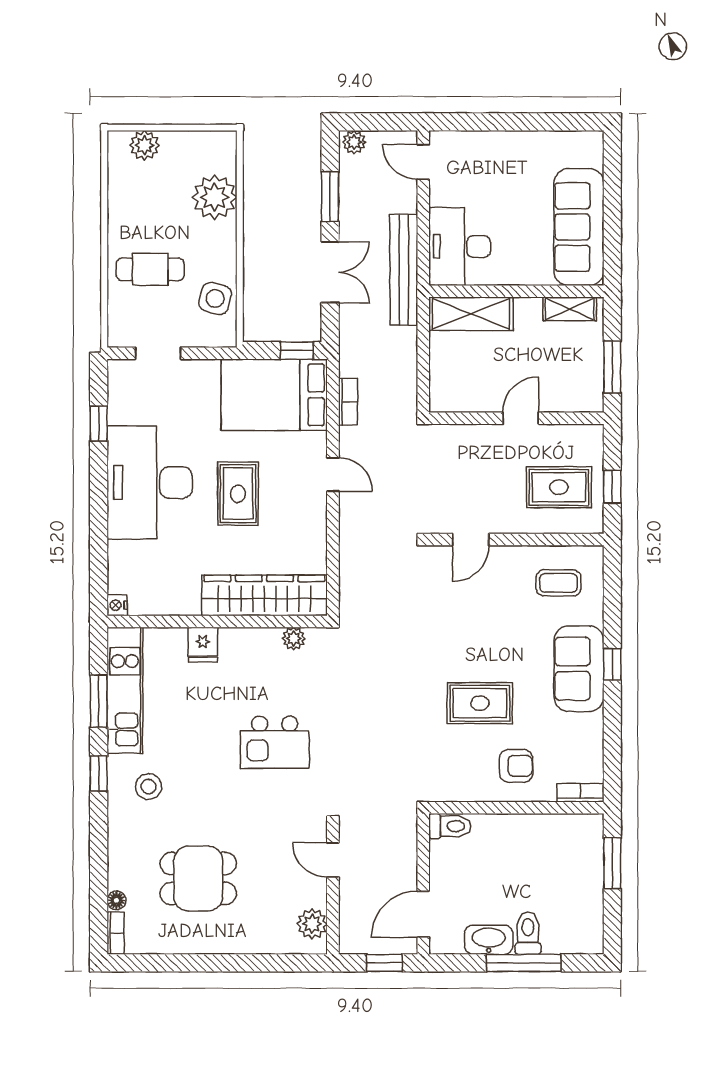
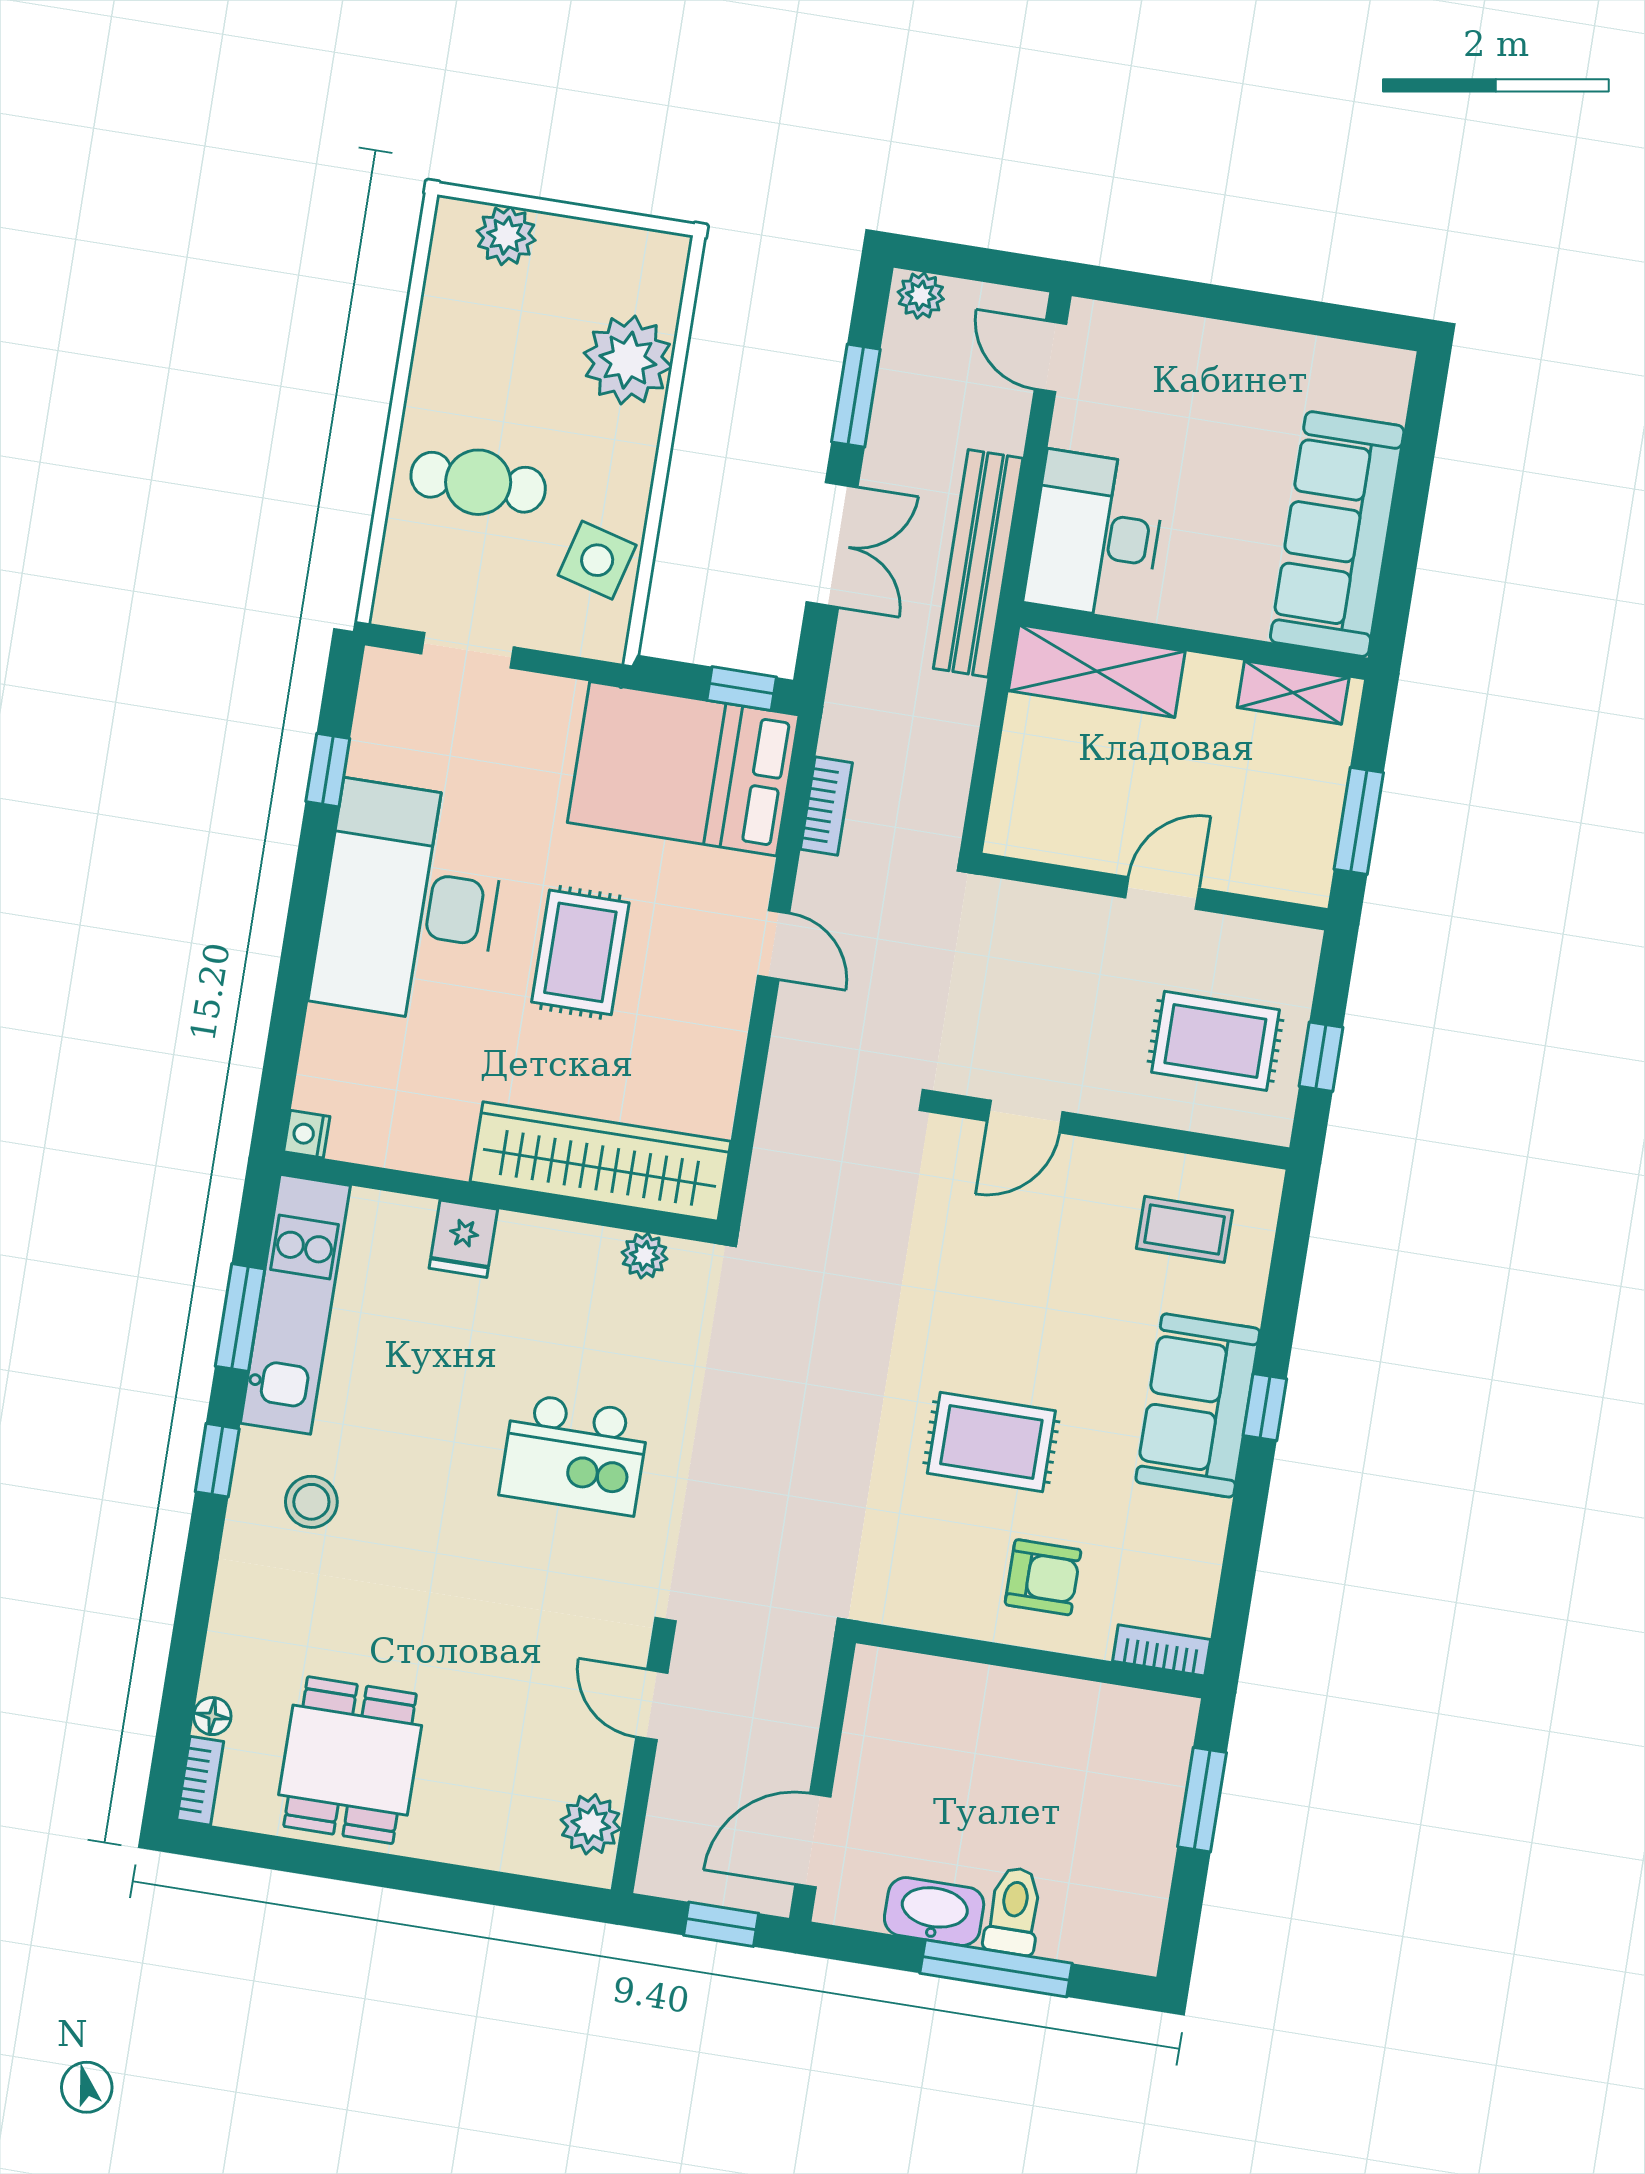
toilet: (450, 826) -> (893, 1675), removed
dining table: (198, 878) -> (350, 1760), moved, turned 90

